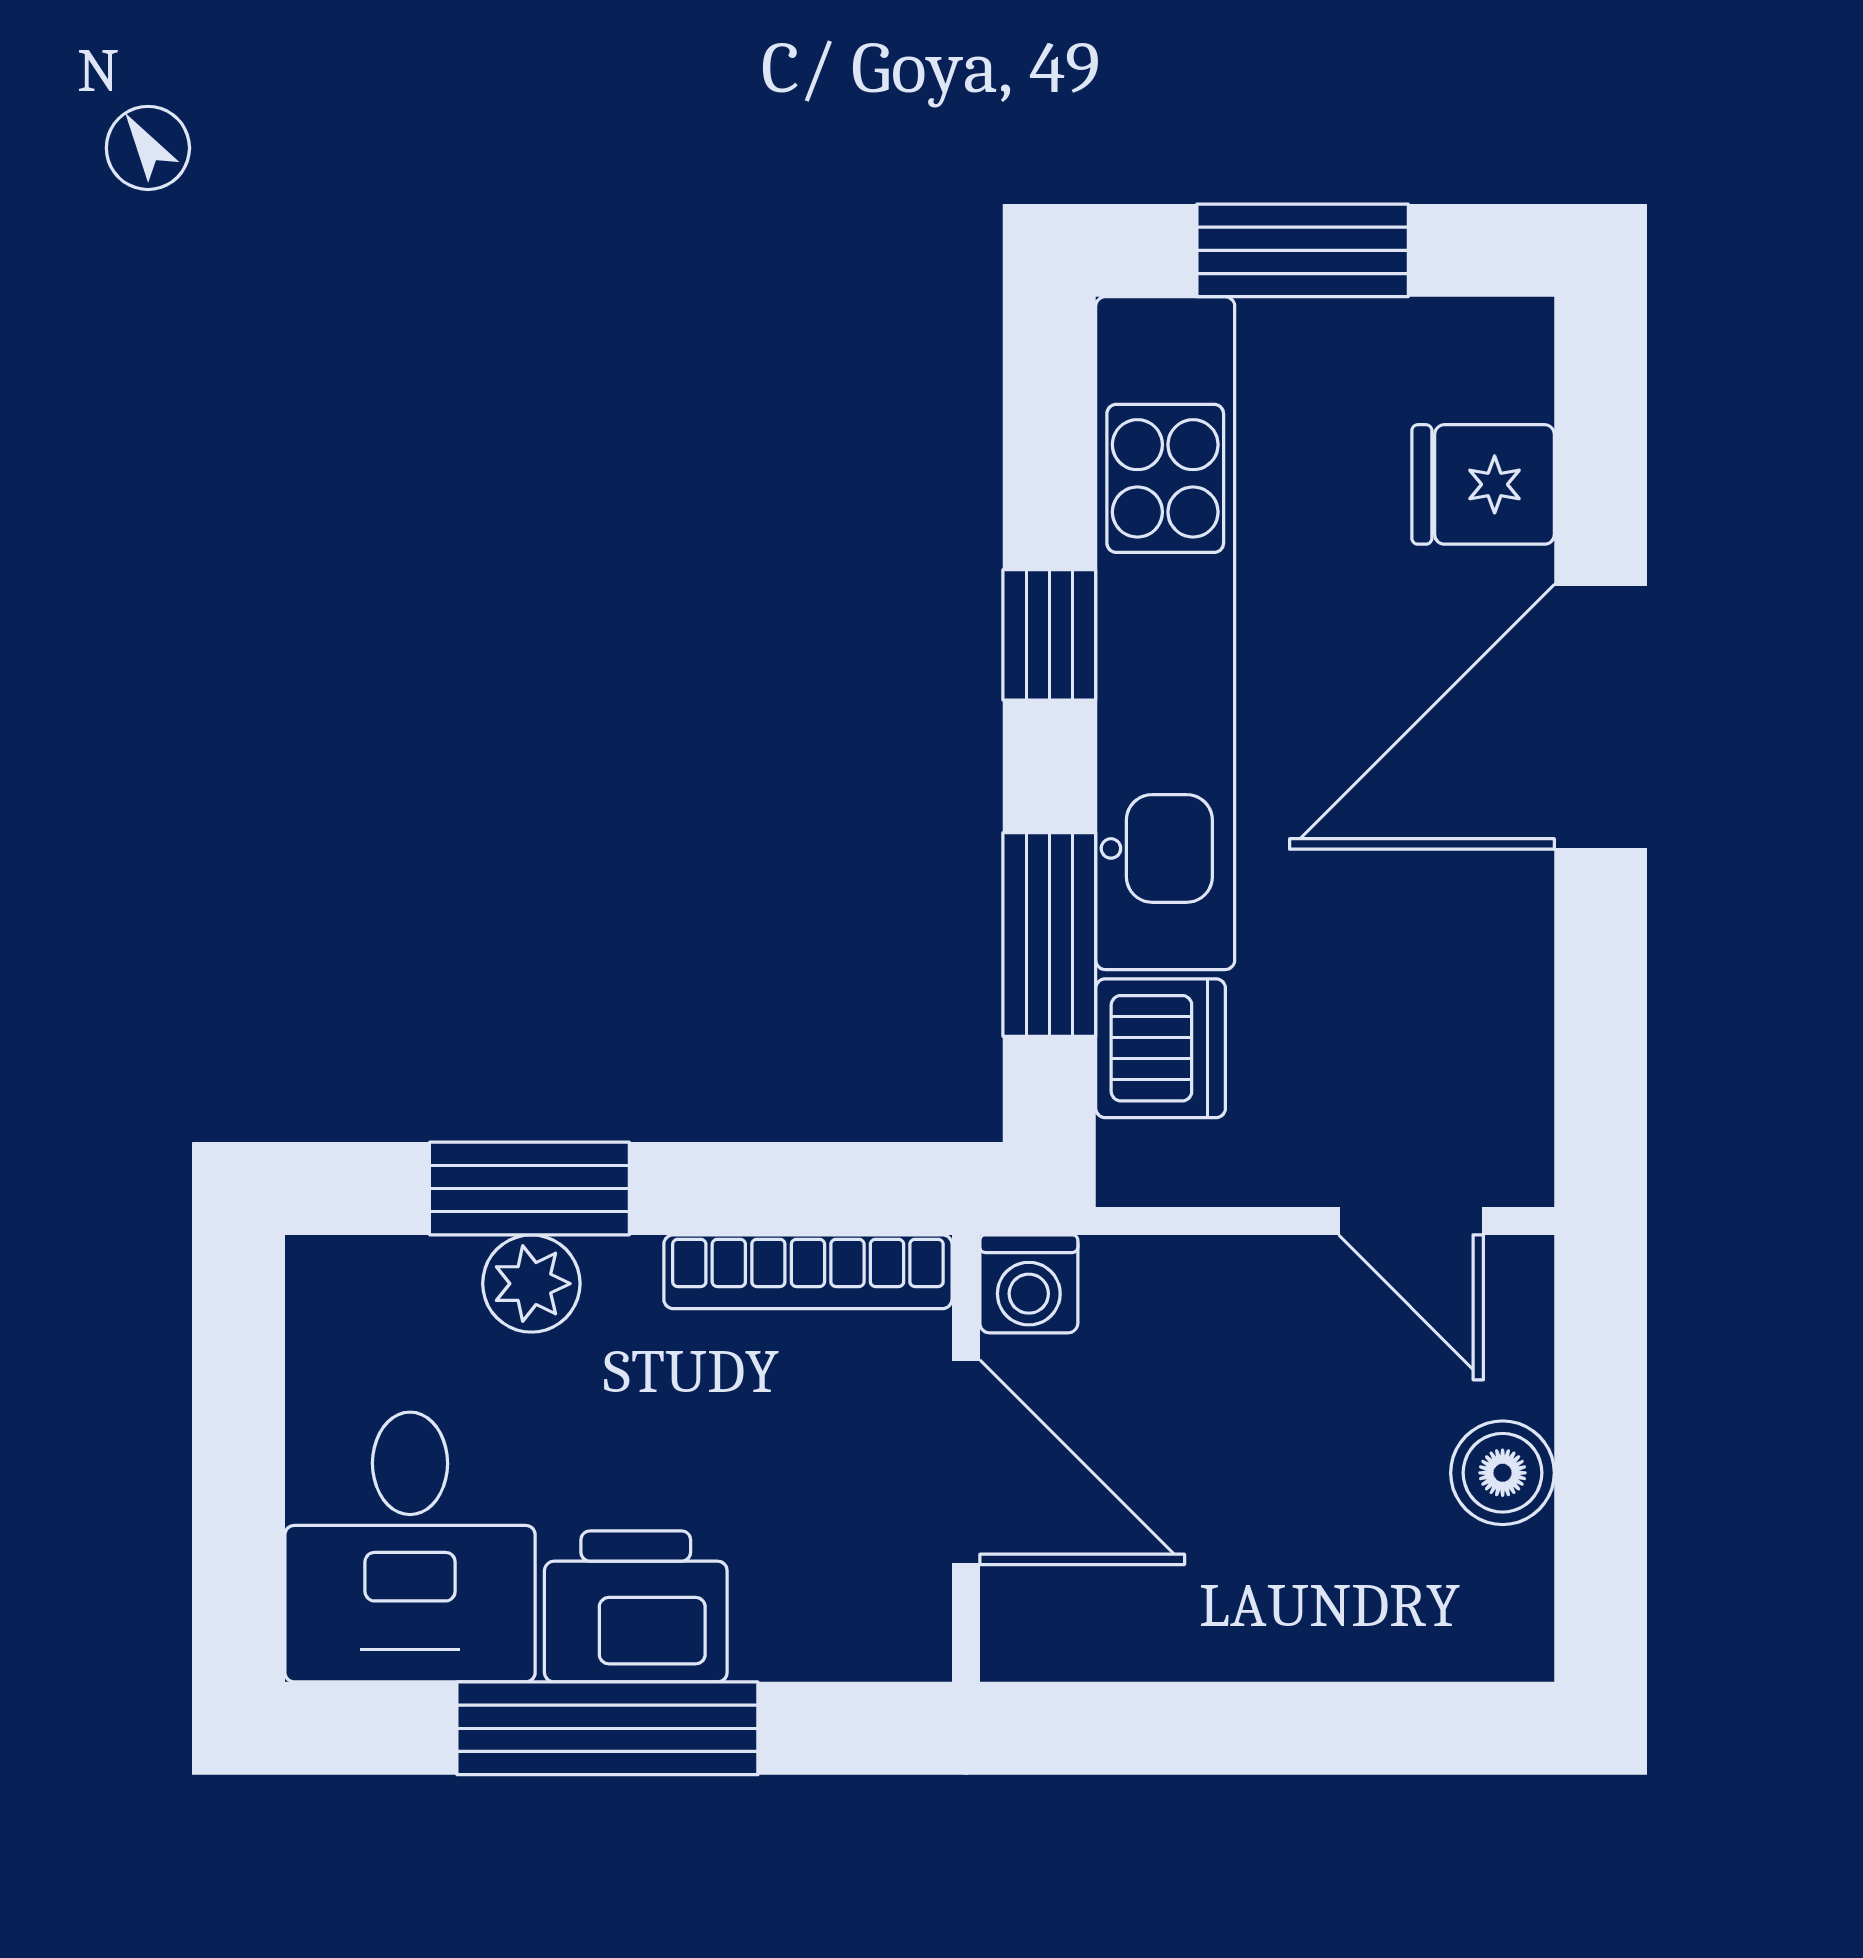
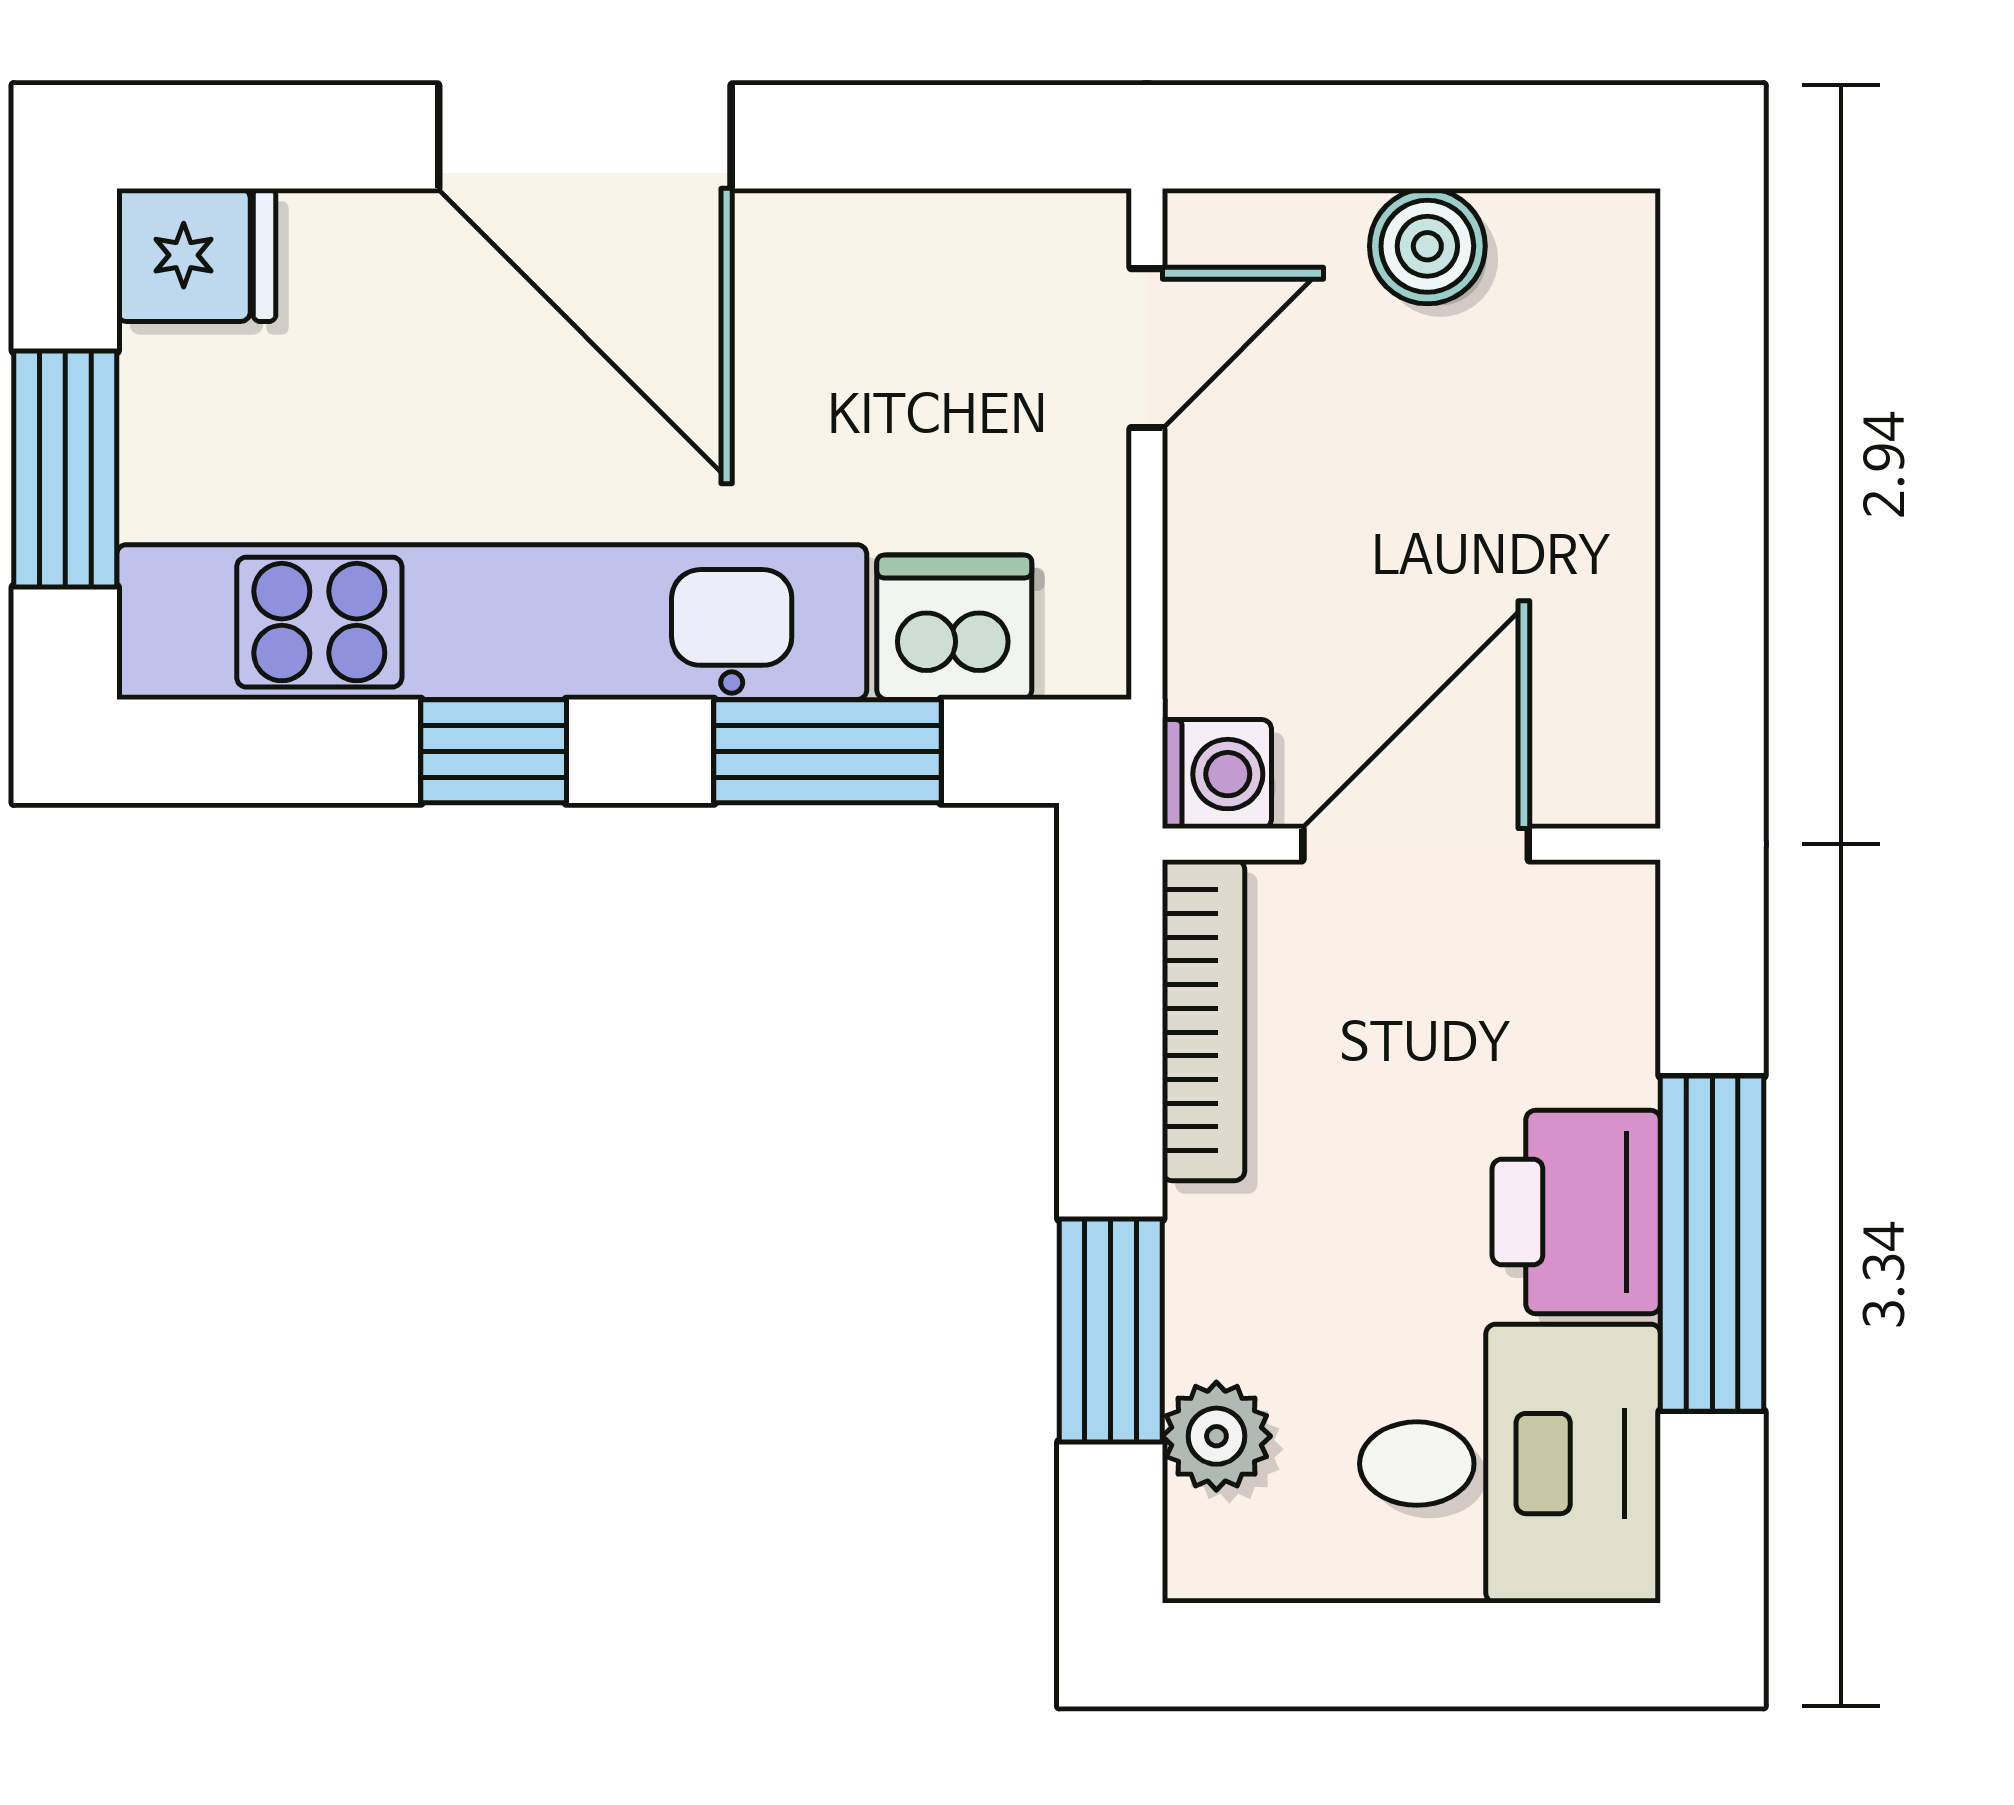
fridge: (1483, 484) -> (196, 255), moved, turned -90
plant: (531, 1284) -> (1216, 1436), moved

